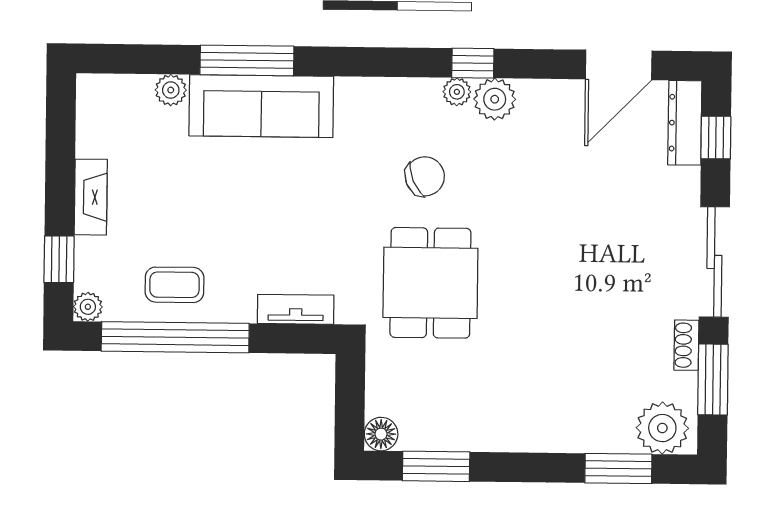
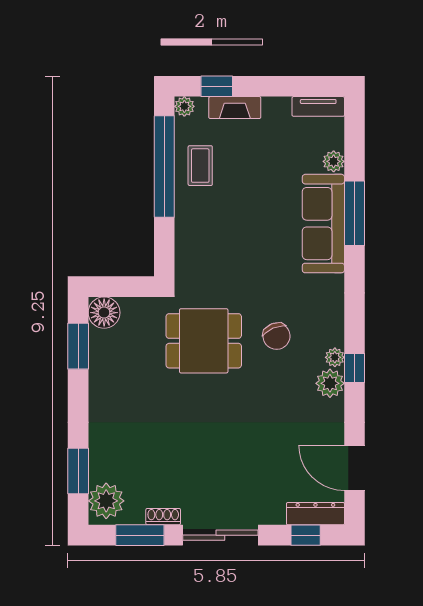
fireplace: (91, 197) -> (235, 108), moved
tv unit: (296, 309) -> (318, 106), moved, turned 90
floor lamp: (381, 434) -> (104, 313), width x1.38, depth x1.38

